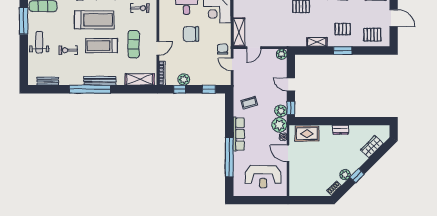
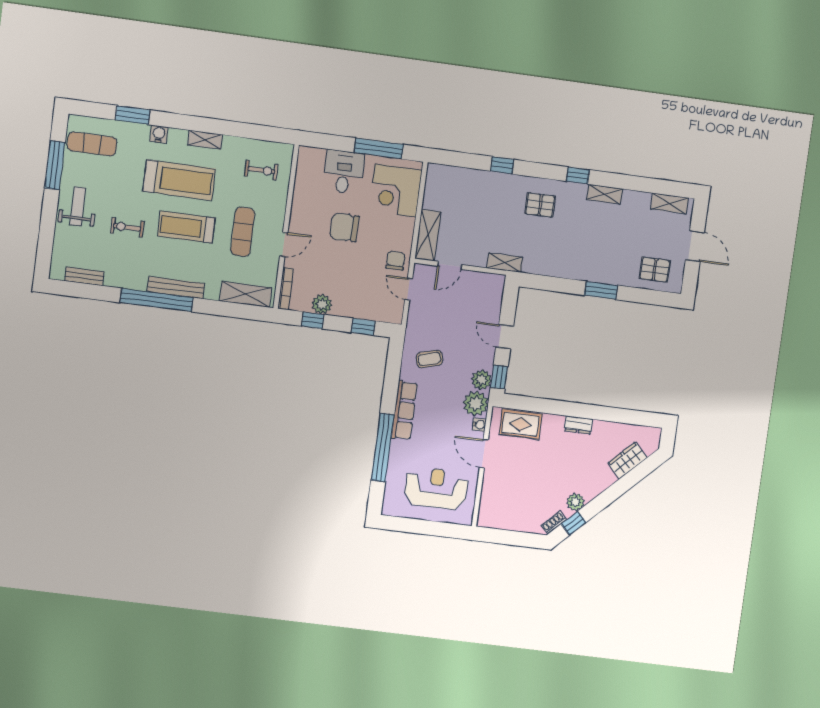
pallet: (343, 29) -> (606, 253), removed
shelving: (317, 42) -> (505, 263), moved
plant: (282, 54) -> (496, 283), removed
window: (357, 176) -> (574, 523), moved
reception desk: (263, 177) -> (436, 488), turned 180

